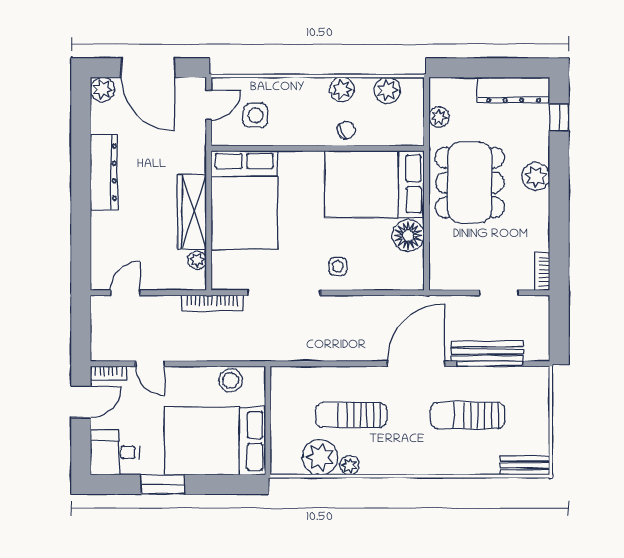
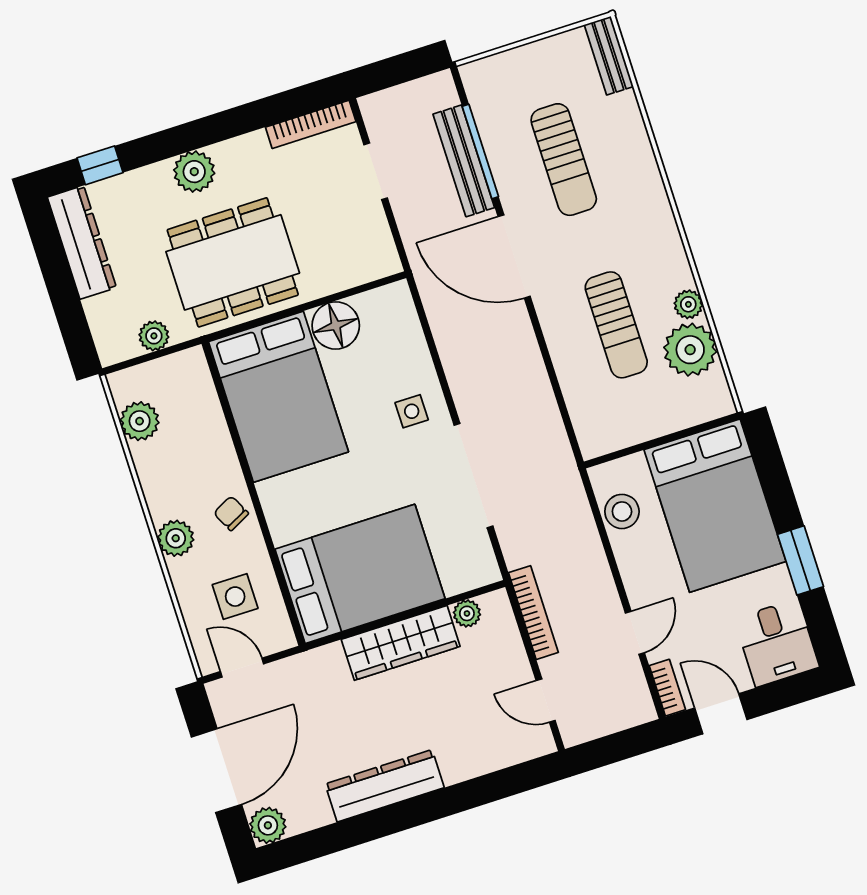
plant: (342, 89) -> (176, 538), moved
chair: (347, 130) -> (231, 513), moved
bookcase: (542, 271) -> (311, 124), width x1.56
bookcase: (212, 303) -> (533, 613), moved

